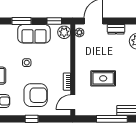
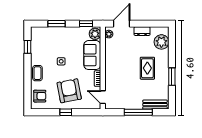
sofa: (34, 34) -> (92, 55), moved, turned 90
rug: (103, 78) -> (147, 68), moved, turned 90
armchair: (36, 95) -> (69, 91), turned -101
door: (73, 102) -> (103, 97), hinge flipped

